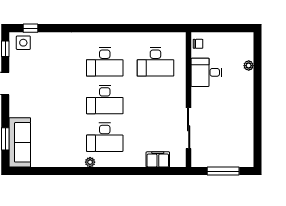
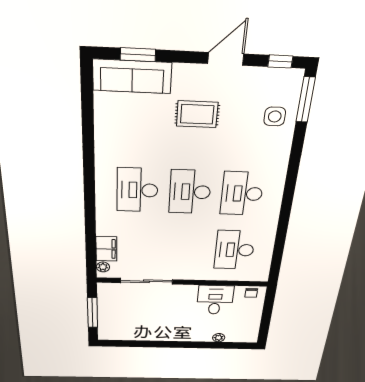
window: (31, 28) -> (306, 100), width x2.17
side table: (23, 43) -> (275, 116), moved
rug: (44, 99) -> (197, 114), added
plant: (90, 162) -> (103, 267), moved

